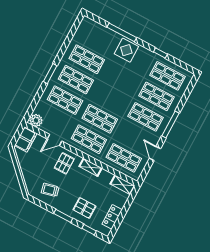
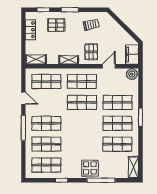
shelving: (83, 28) -> (133, 167), added

